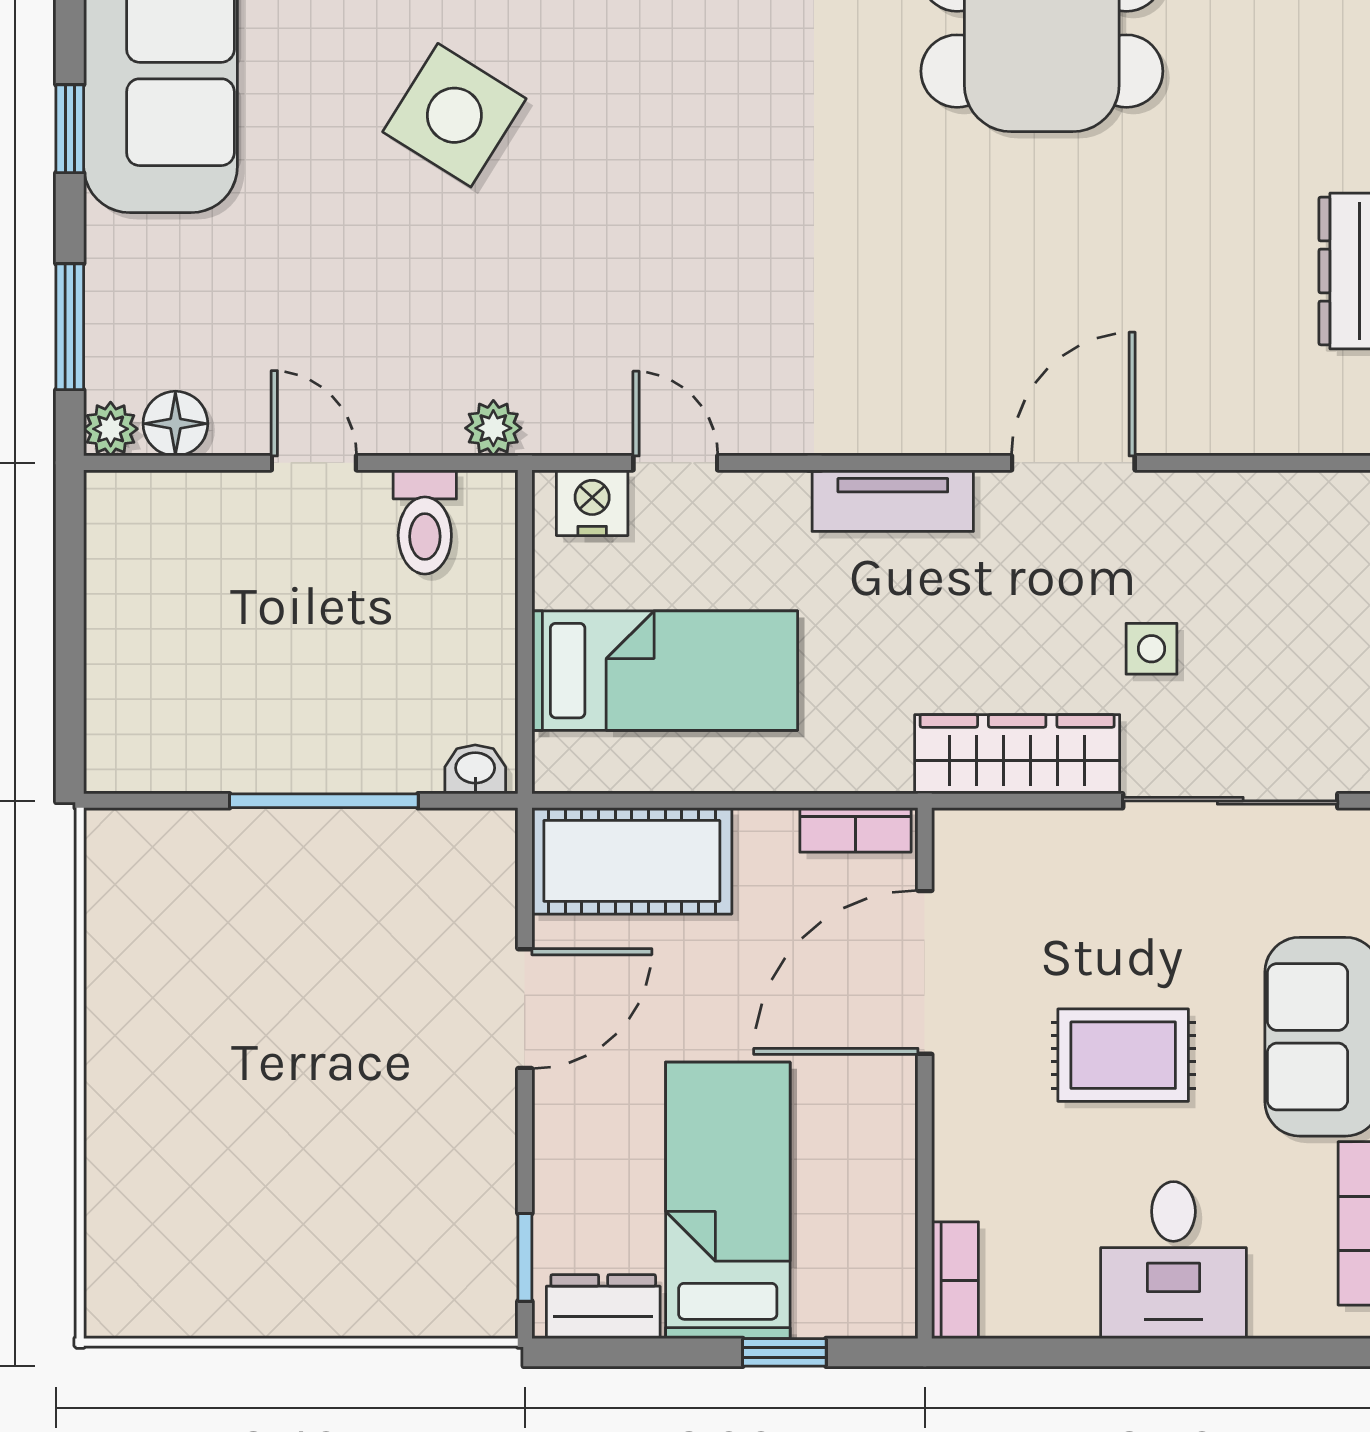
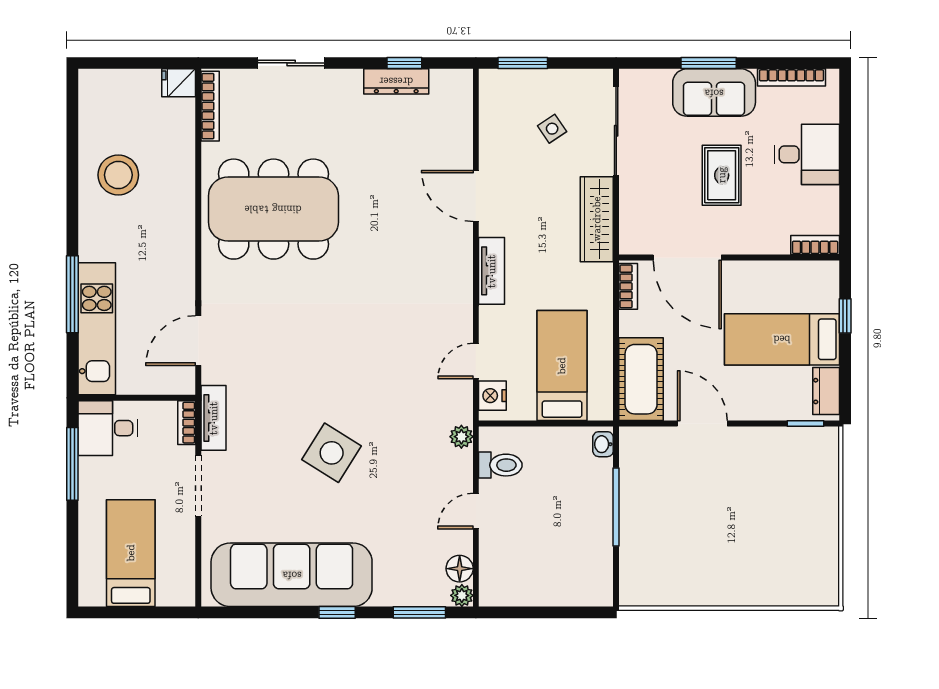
side table: (1151, 649) -> (552, 129), moved, turned -34

